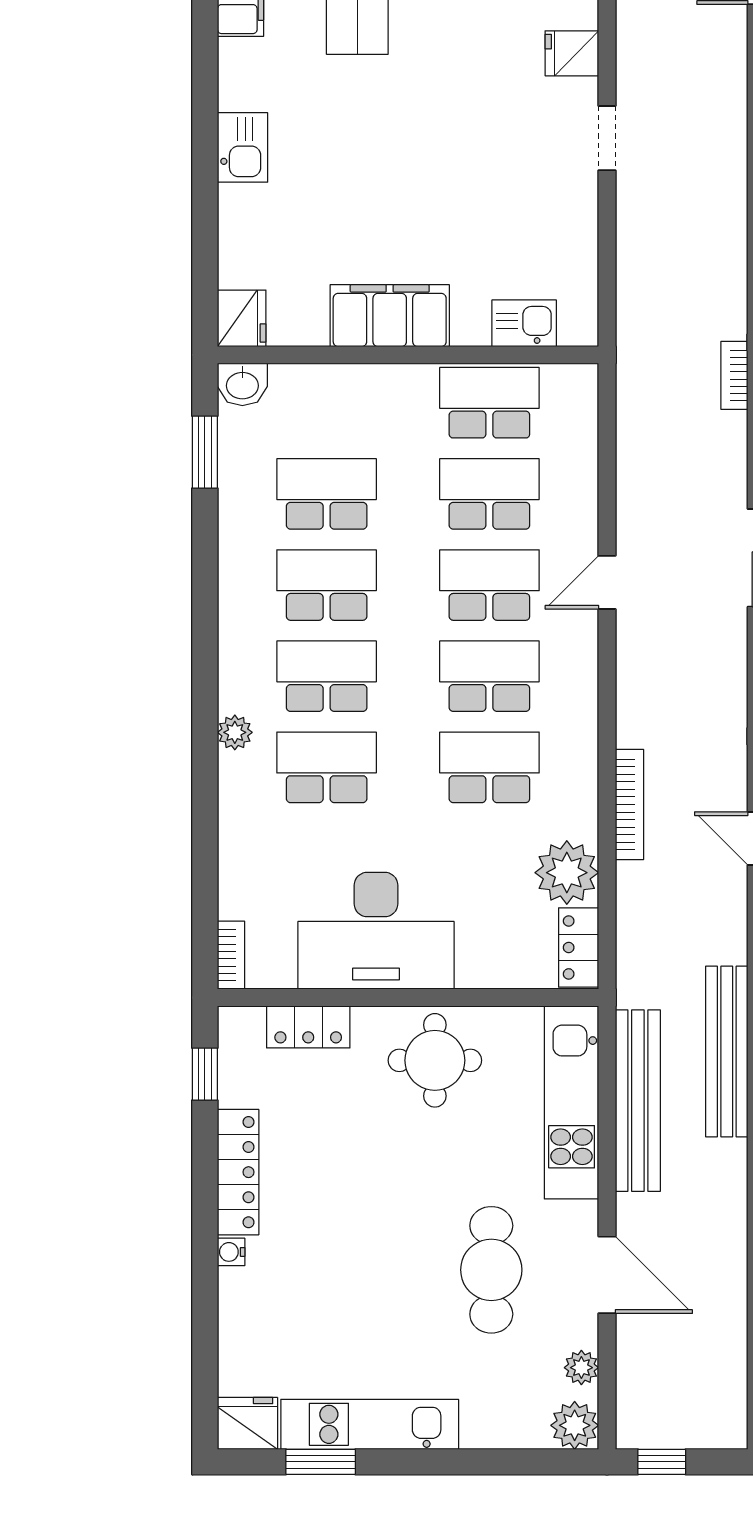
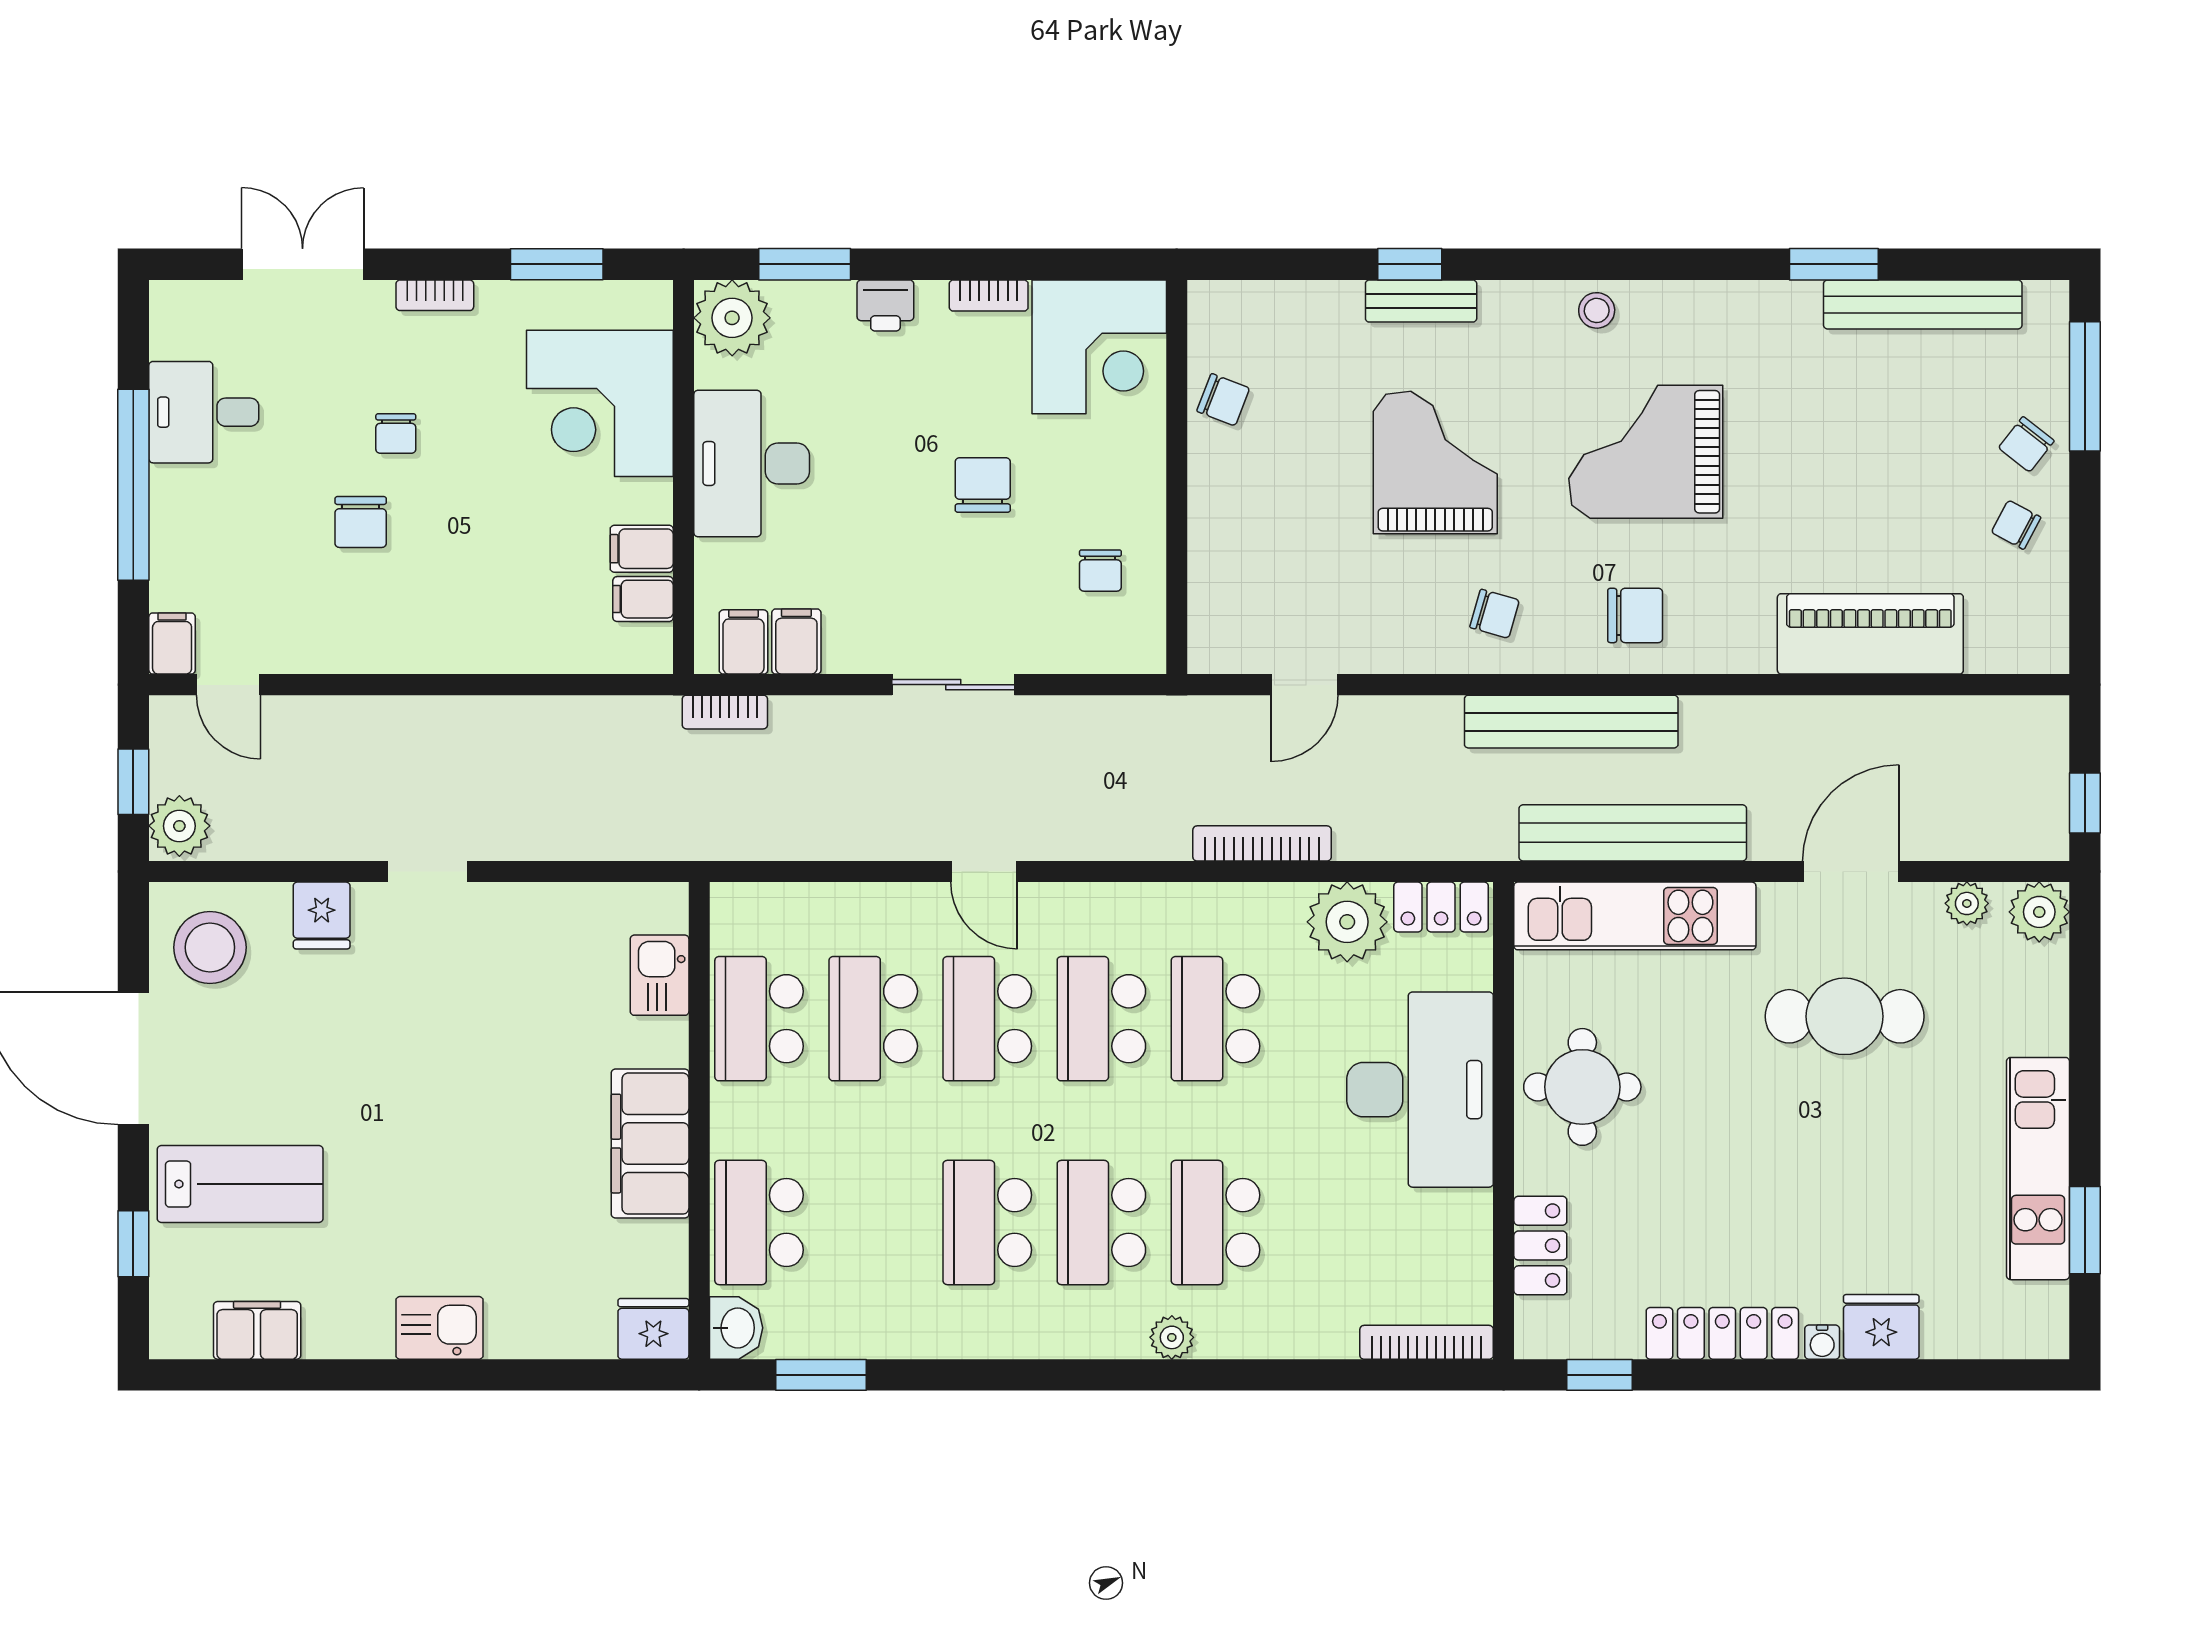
school desk: (327, 494) -> (759, 1222), moved
desk: (376, 931) -> (1420, 1090), moved
bookcase: (231, 955) -> (1427, 1342), width x1.56
fridge: (247, 1423) -> (1881, 1327), moved, turned 90

